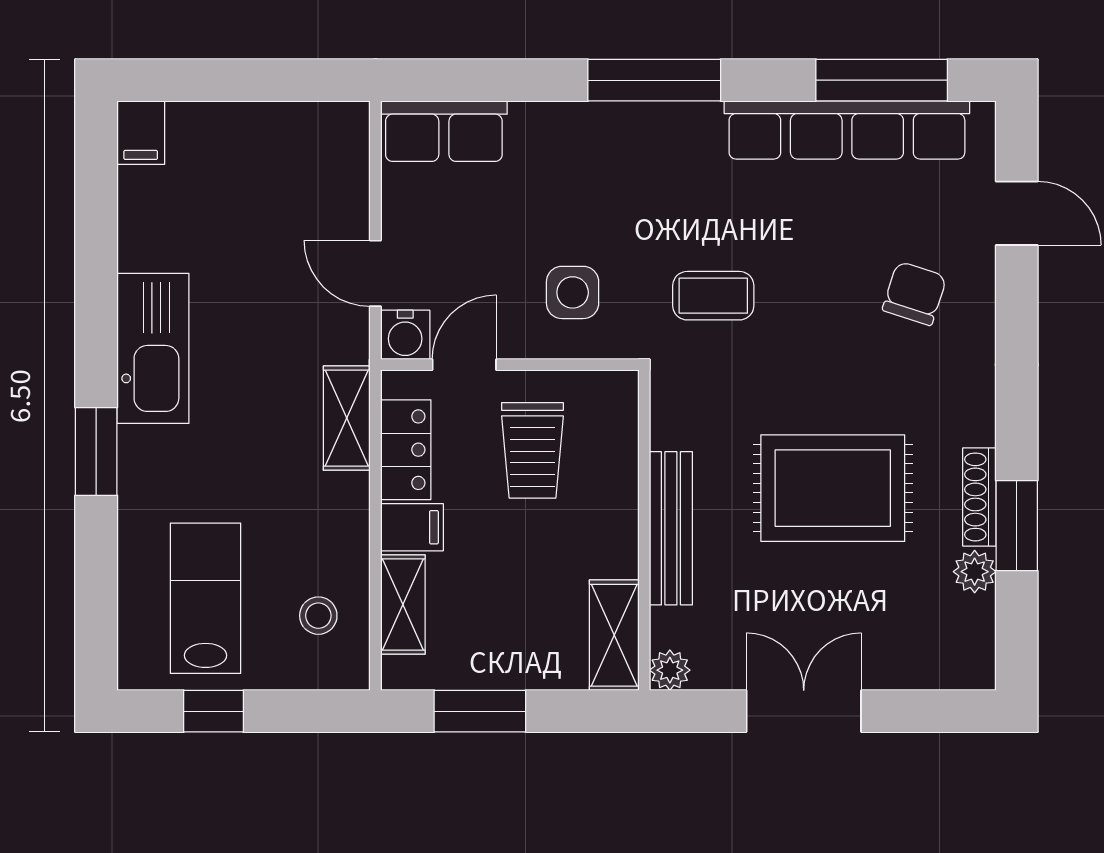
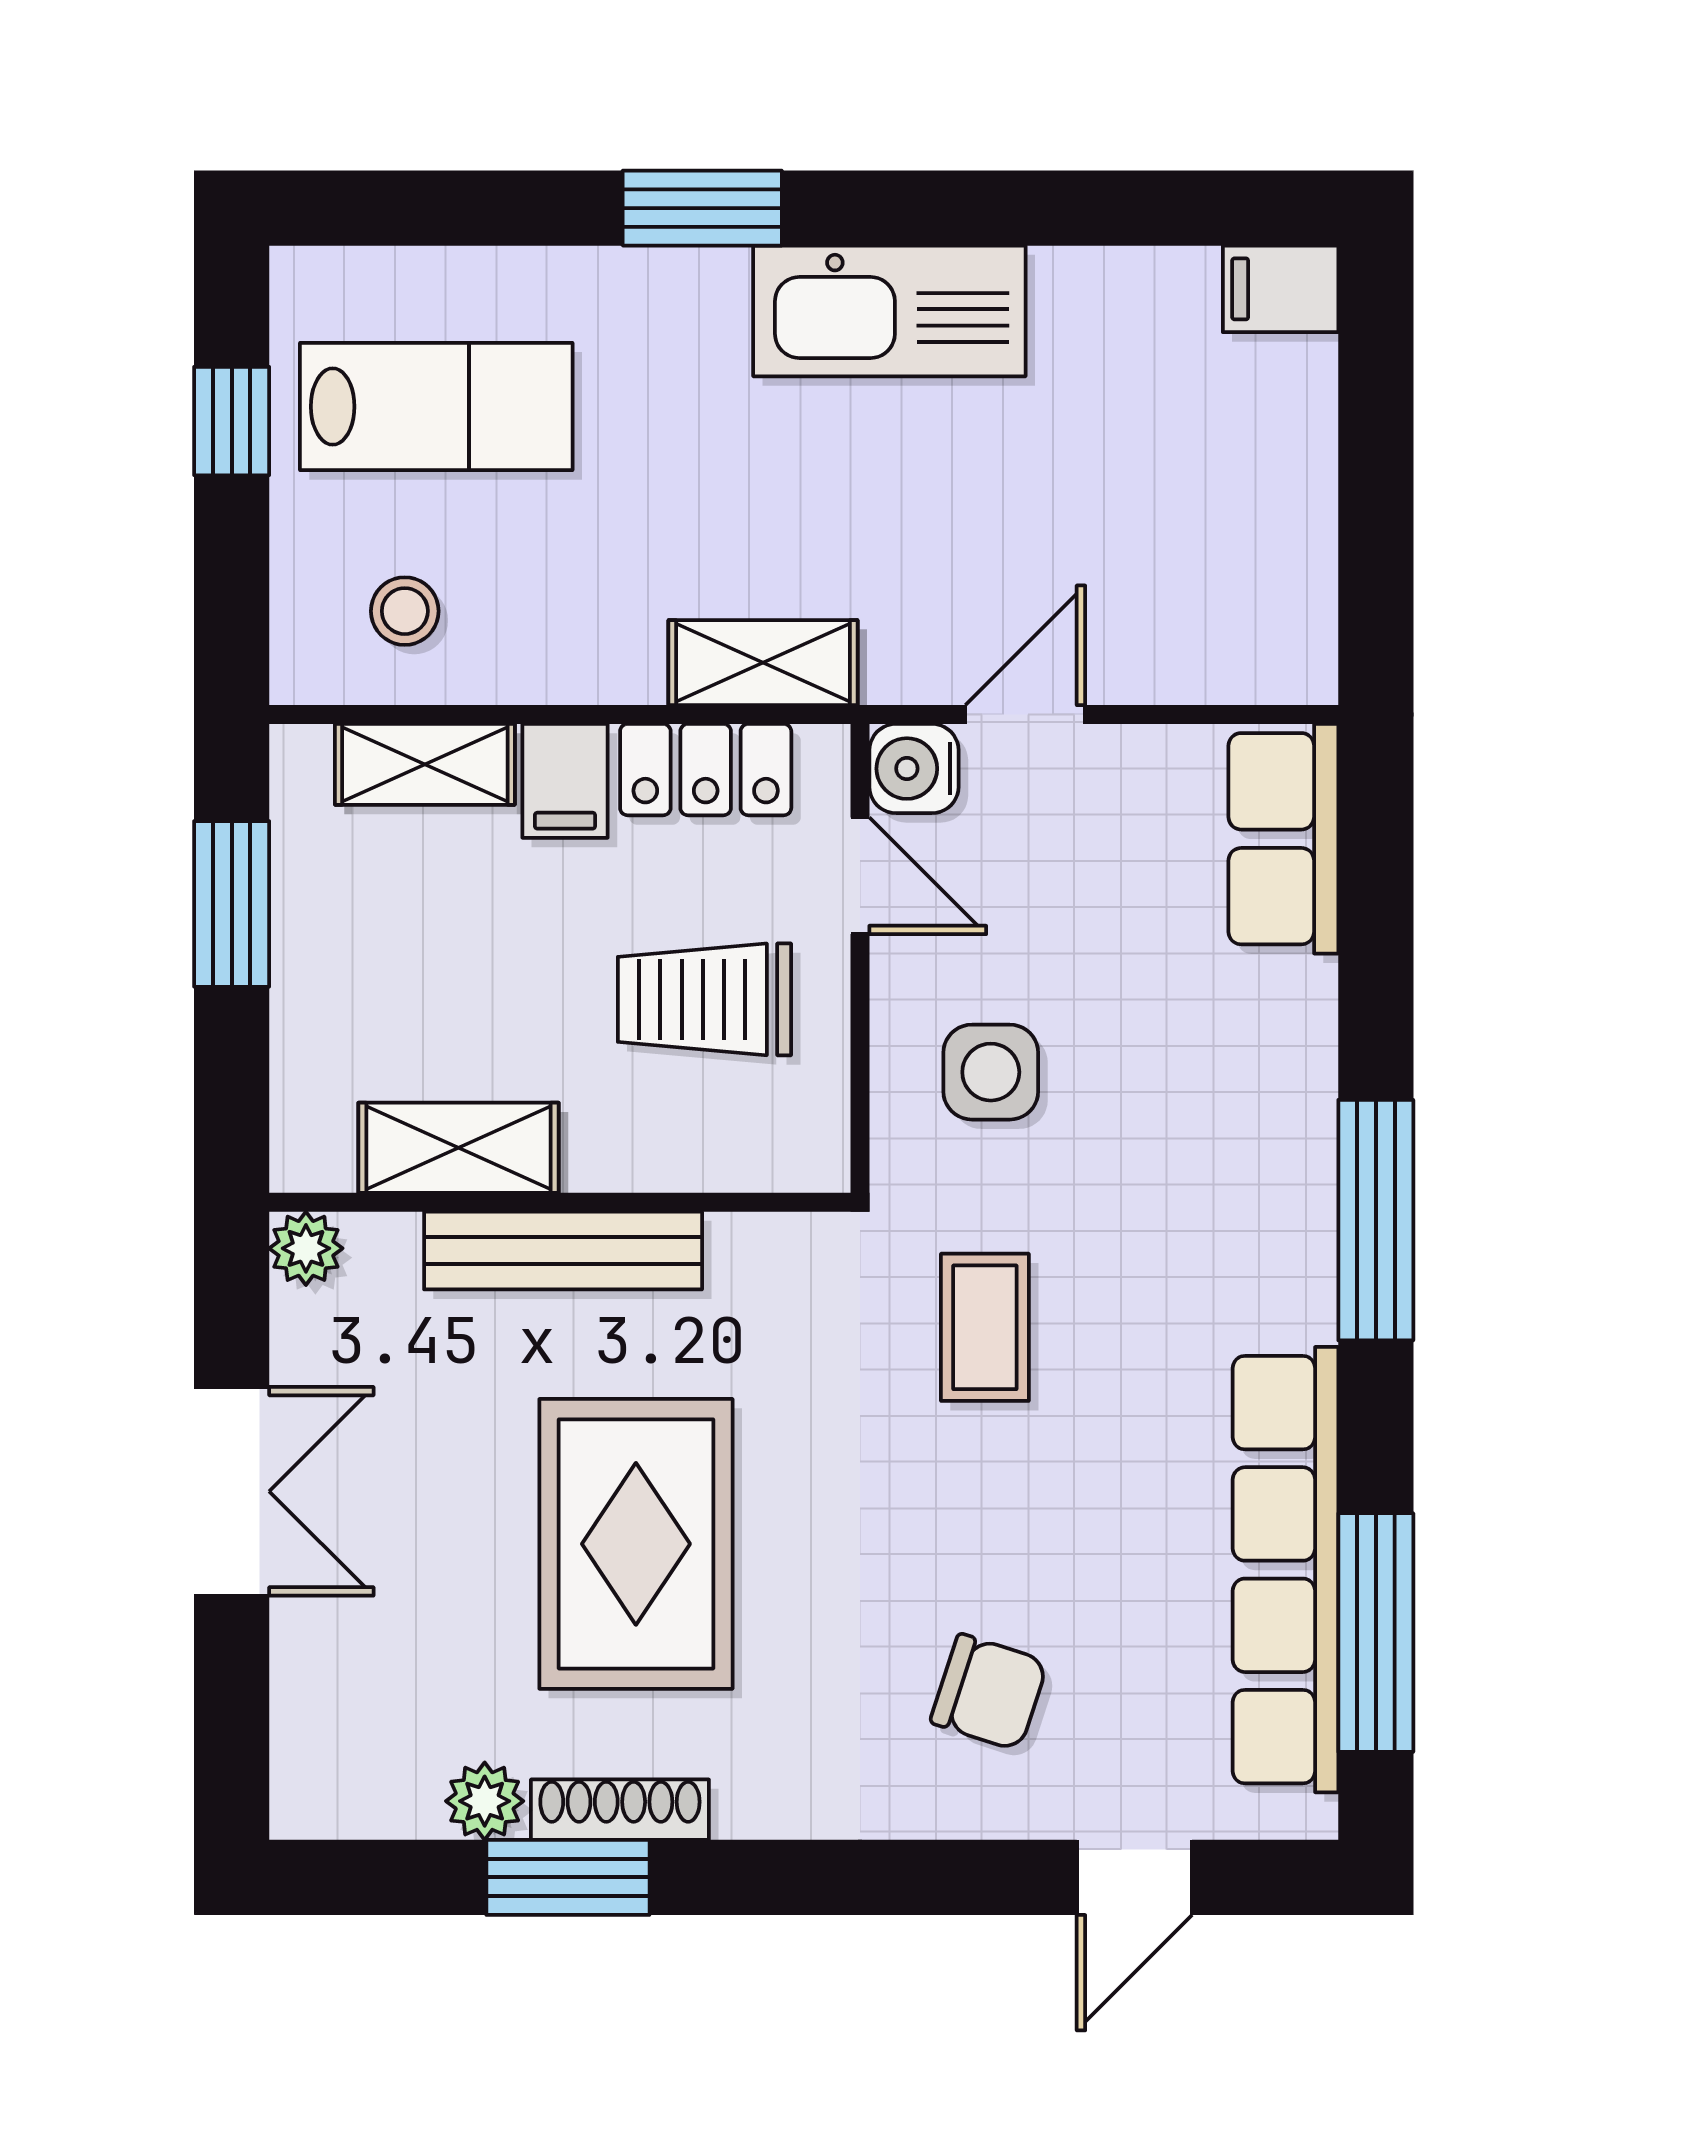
shelving: (614, 635) -> (459, 1148), moved

